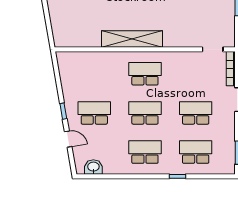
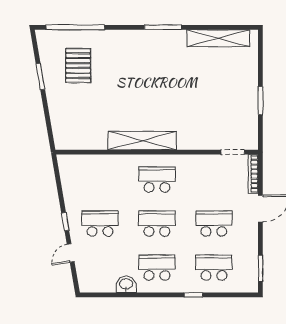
door: (68, 139) -> (71, 253), swing flipped
washbasin: (93, 167) -> (126, 284), moved

